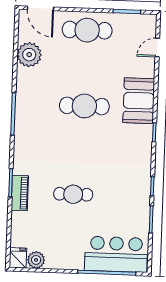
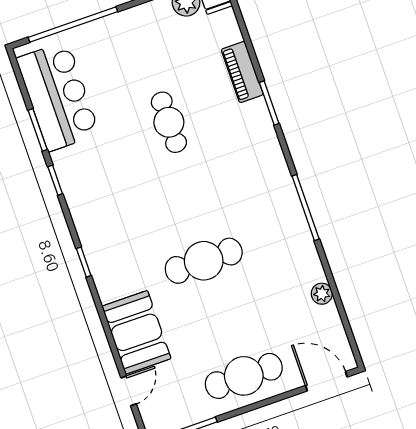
plant: (29, 55) -> (322, 294), width x0.53, depth x0.53
booth: (139, 101) -> (137, 332), moved
piano: (20, 193) -> (242, 72), moved
cafe table: (73, 194) -> (169, 122), turned 90
bar counter: (116, 254) -> (58, 96), moved, turned -90

